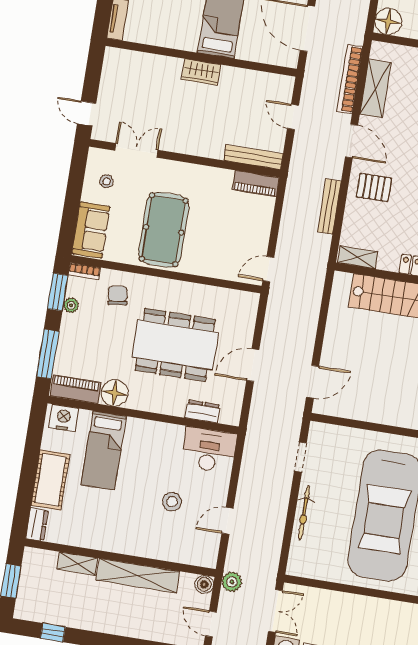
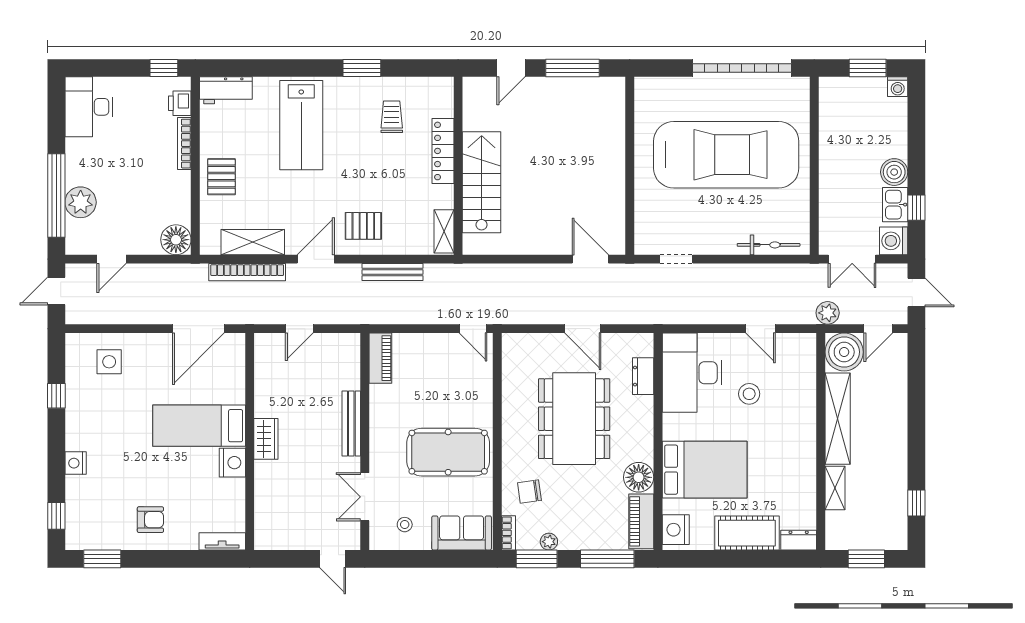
nightstand: (185, 39) -> (232, 463), added
door: (87, 114) -> (333, 559), hinge flipped
bench: (253, 157) -> (351, 424), moved
pallet: (374, 187) -> (363, 226), turned 90
bed: (104, 450) -> (705, 470), width x1.50
desk: (209, 450) -> (692, 373), width x1.36, depth x1.30
bicycle: (304, 513) -> (769, 245), moved
boiler: (204, 584) -> (844, 352), width x1.86, depth x1.86
double door: (275, 611) -> (852, 259), swing flipped

